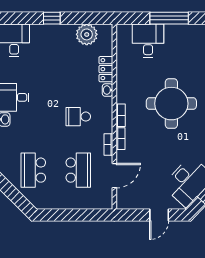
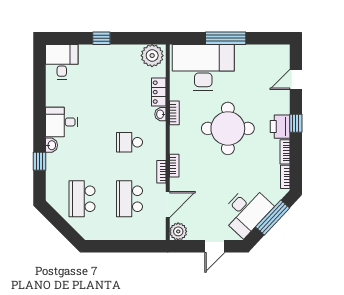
plant: (87, 34) -> (152, 56), moved
desk: (148, 41) -> (203, 67), width x1.87, depth x1.30
bookcase: (121, 115) -> (174, 113), moved
school desk: (78, 170) -> (129, 199), turned 180
plant: (124, 201) -> (178, 231), added

